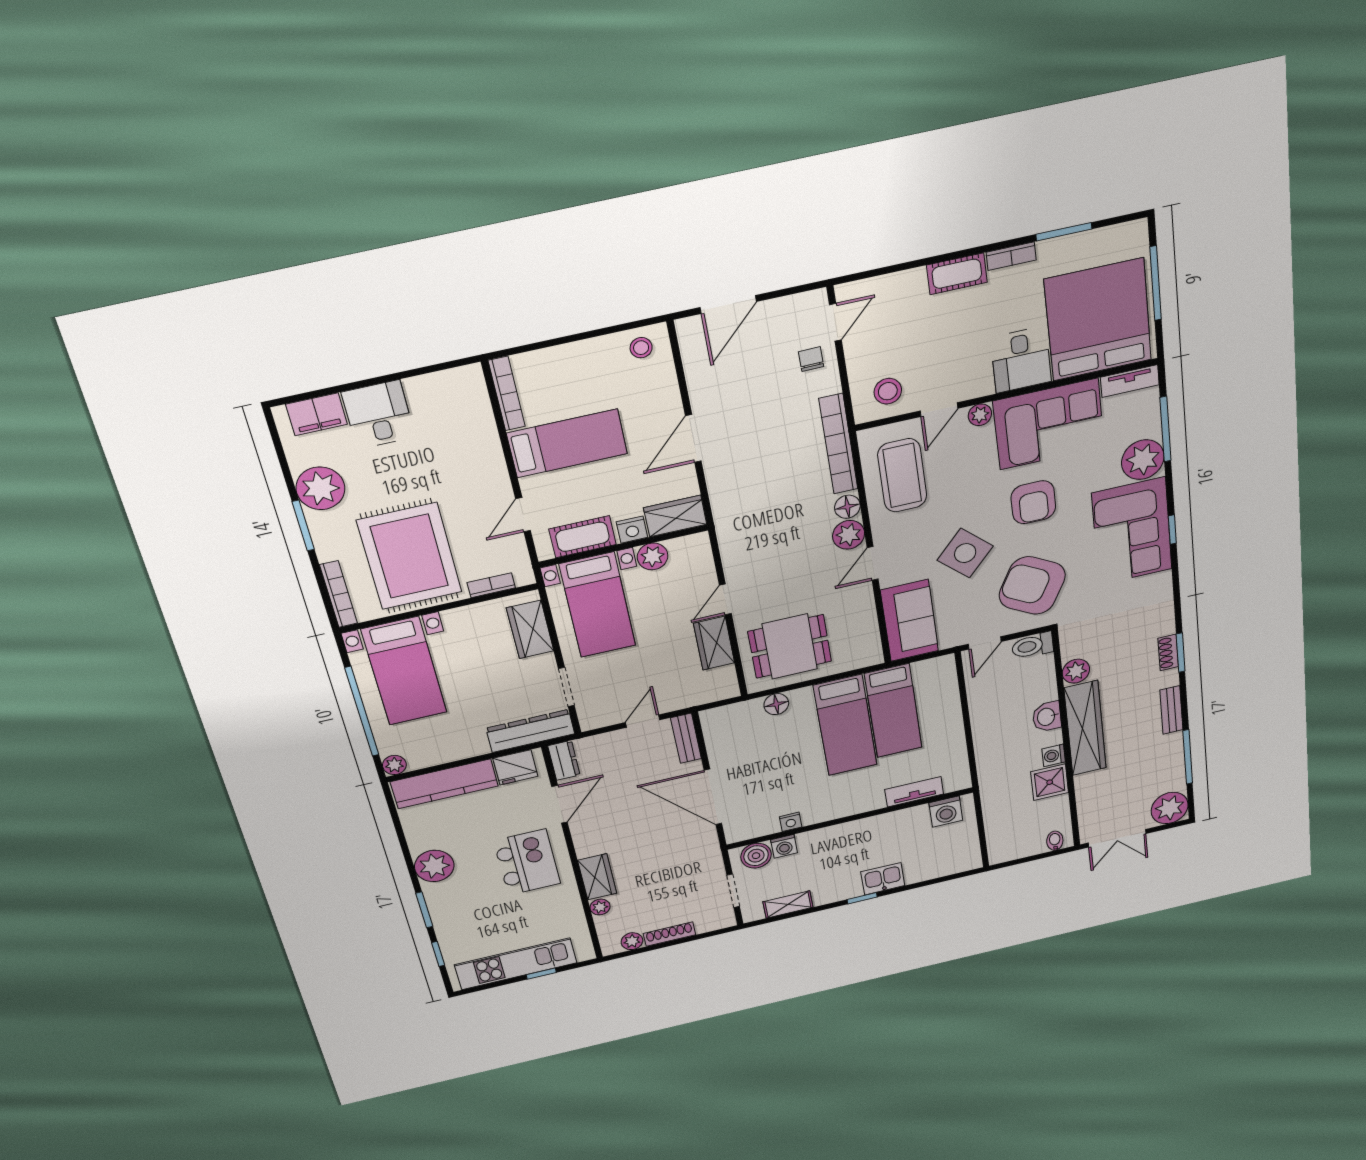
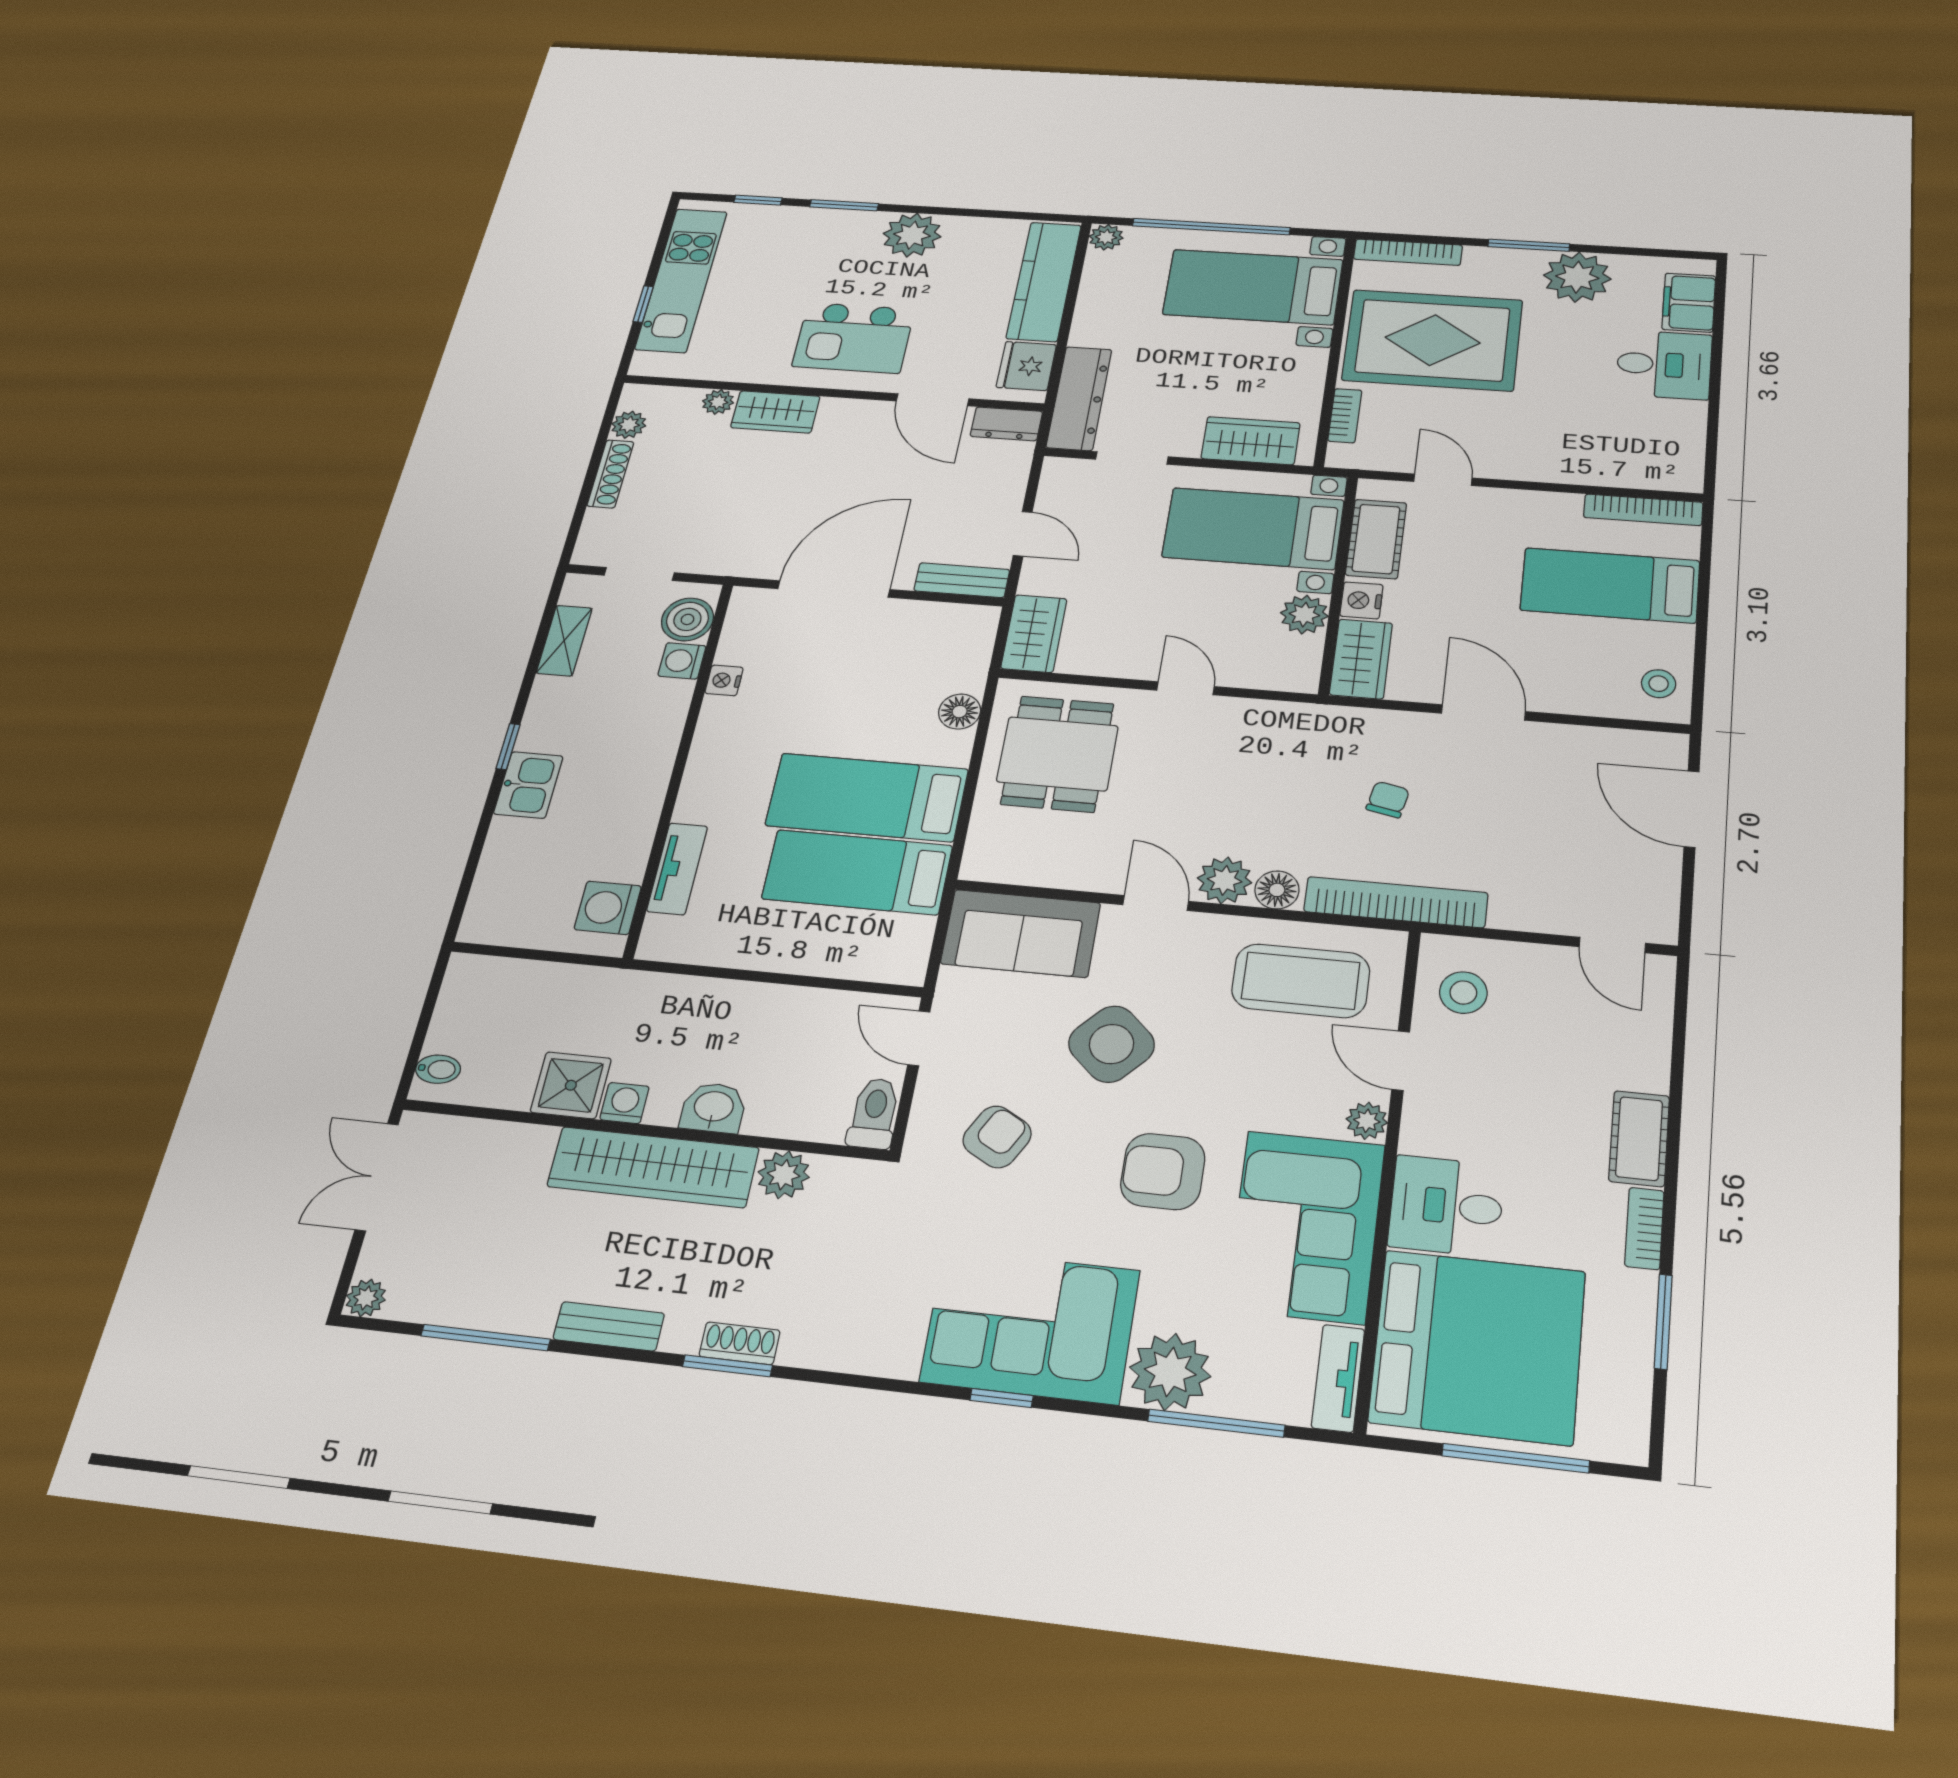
chair: (811, 359) -> (1388, 799), moved, turned -77
bed: (567, 443) -> (1610, 585), moved, turned 90
armchair: (1032, 586) -> (997, 1137), width x0.53, depth x0.53
wardrobe: (714, 643) -> (1034, 634), moved, turned 90
plant: (1170, 808) -> (366, 1298), width x0.53, depth x0.53

